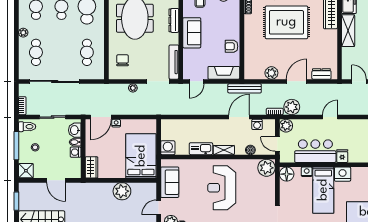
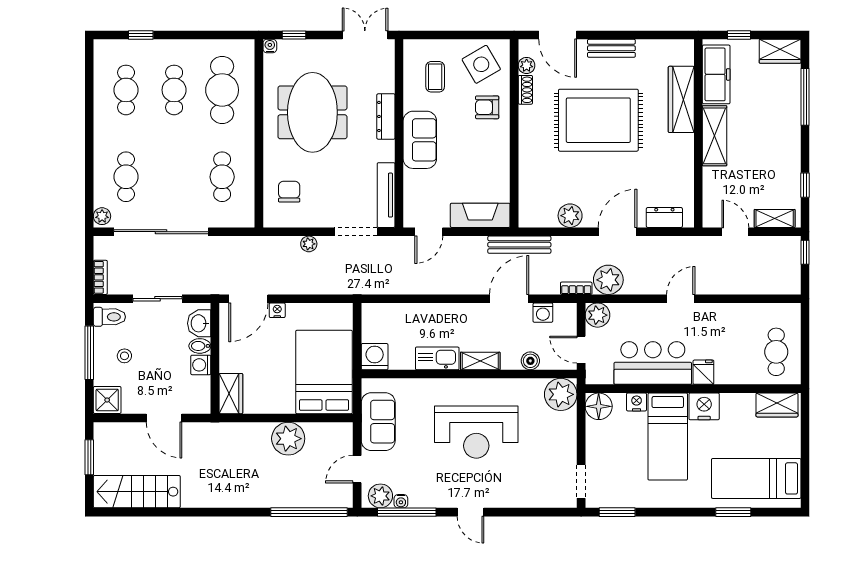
plant: (23, 33) -> (102, 216), moved
armchair: (232, 46) -> (487, 107), moved
reception desk: (222, 188) -> (476, 432), turned -90

